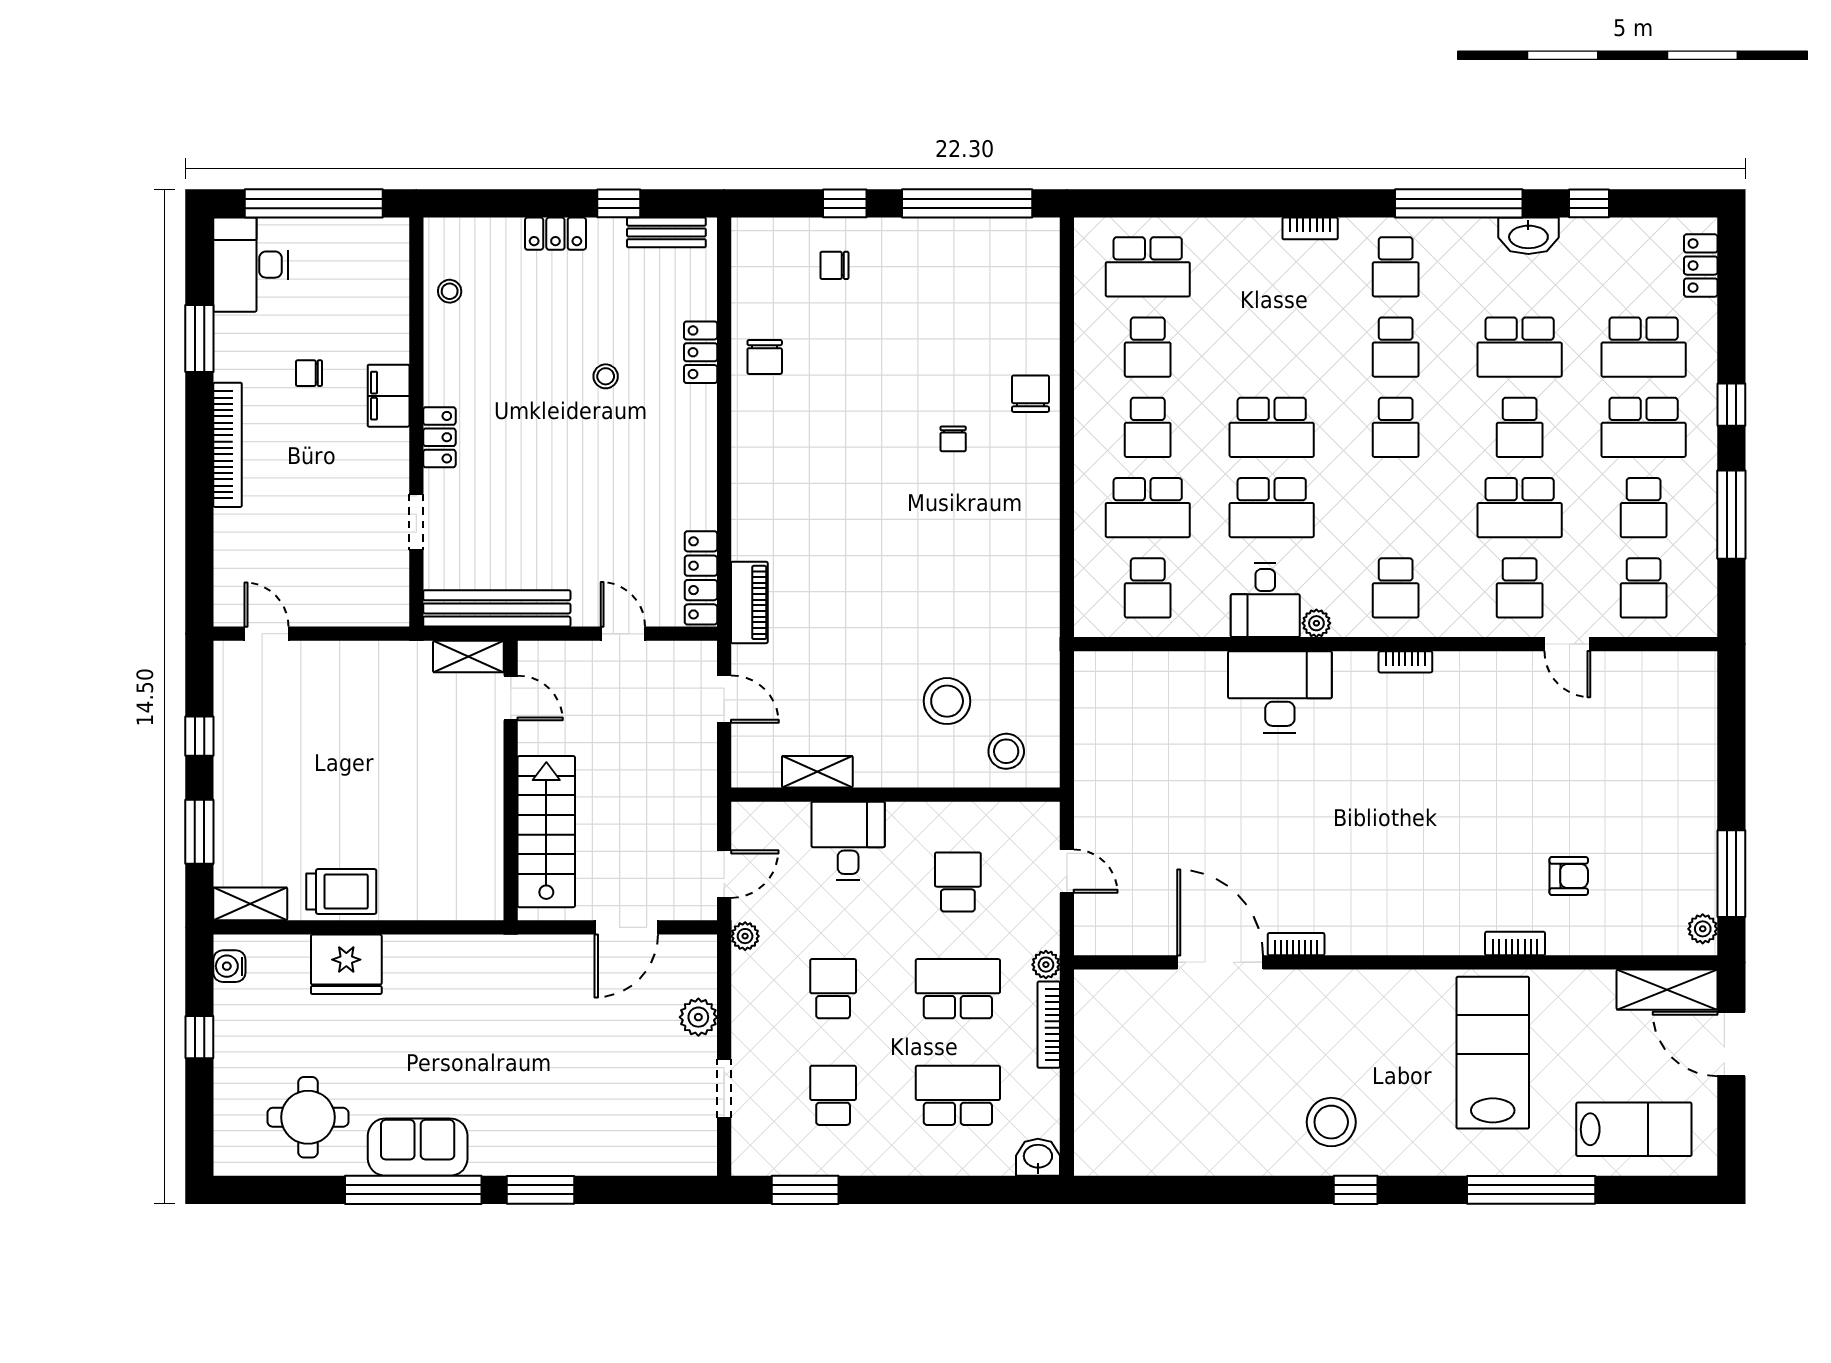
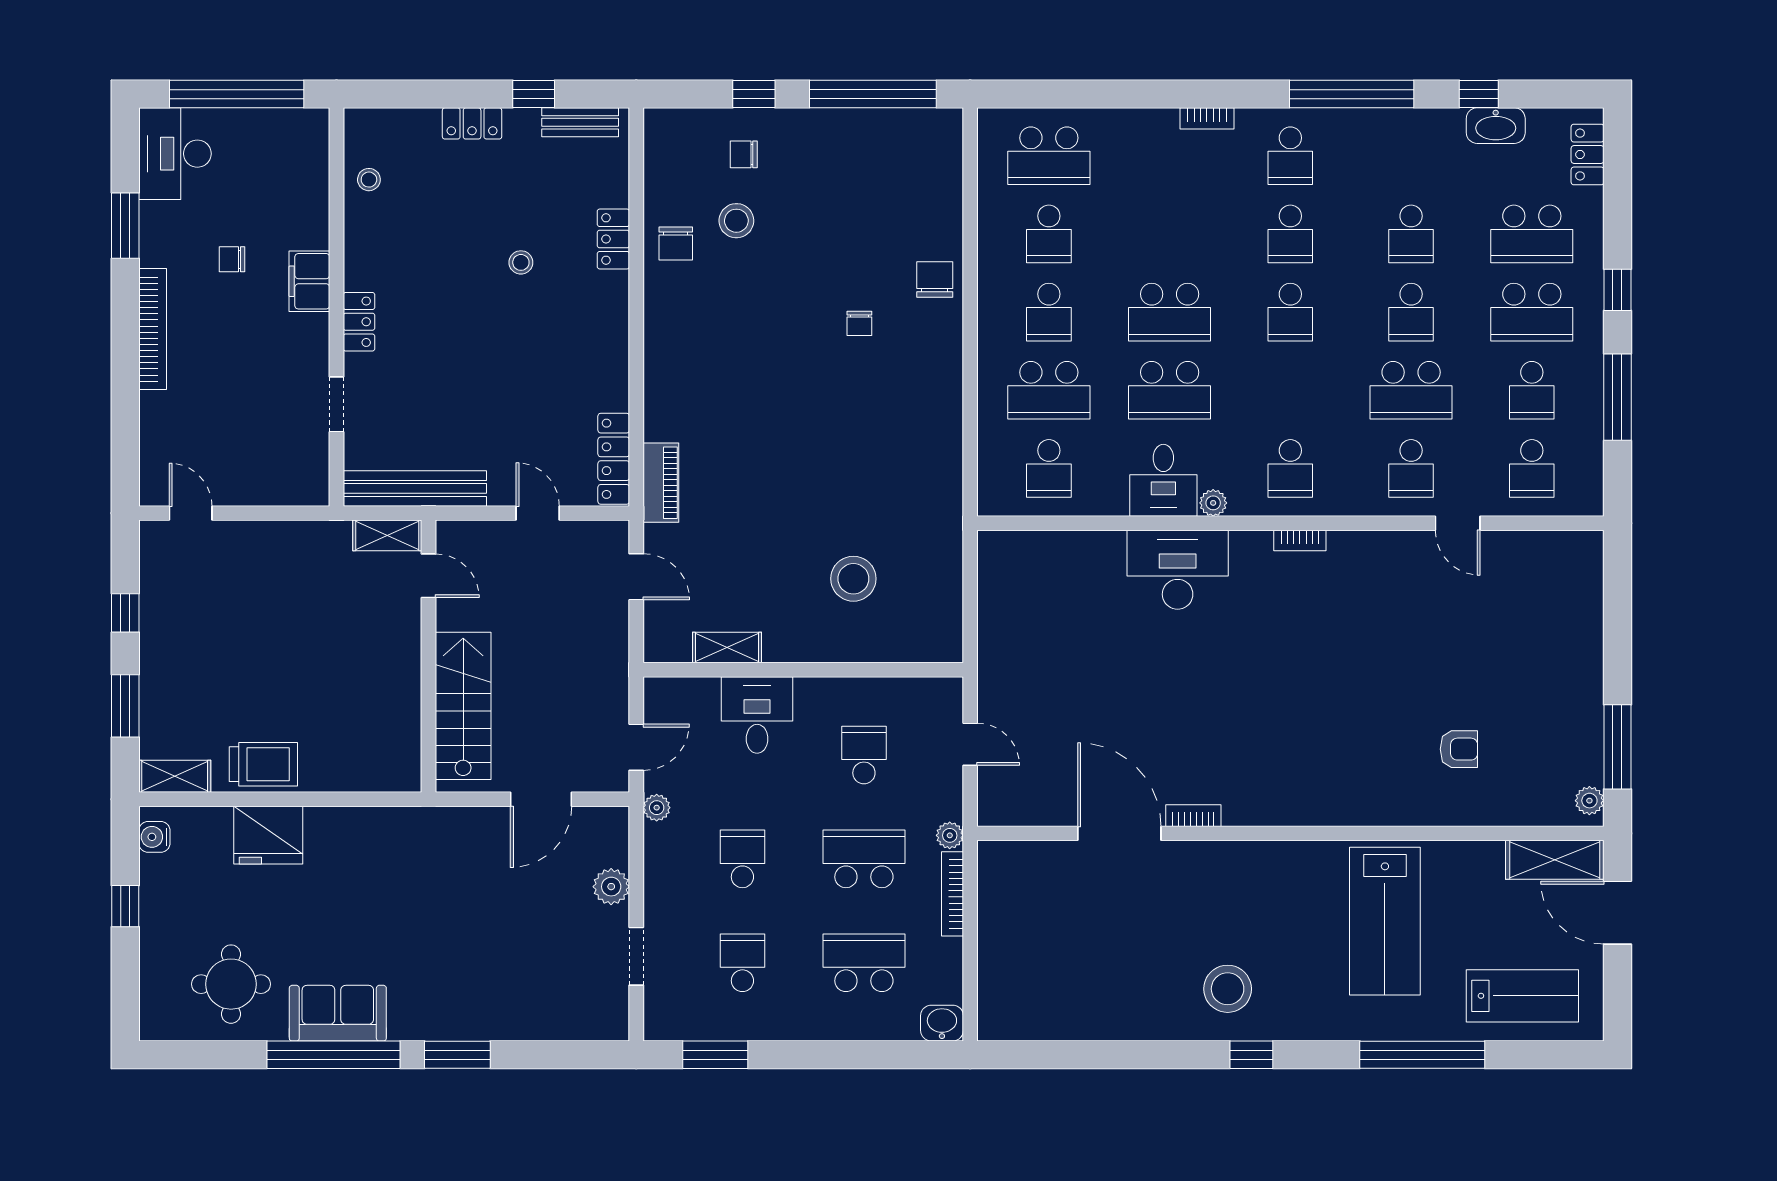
washbasin: (1528, 236) -> (1496, 126), moved
school desk: (1520, 347) -> (1411, 234), width x0.54
stool: (1006, 751) -> (736, 221), moved
bookcase: (1515, 944) -> (1407, 815), removed
lab bench: (1493, 1053) -> (1385, 921), turned 180

